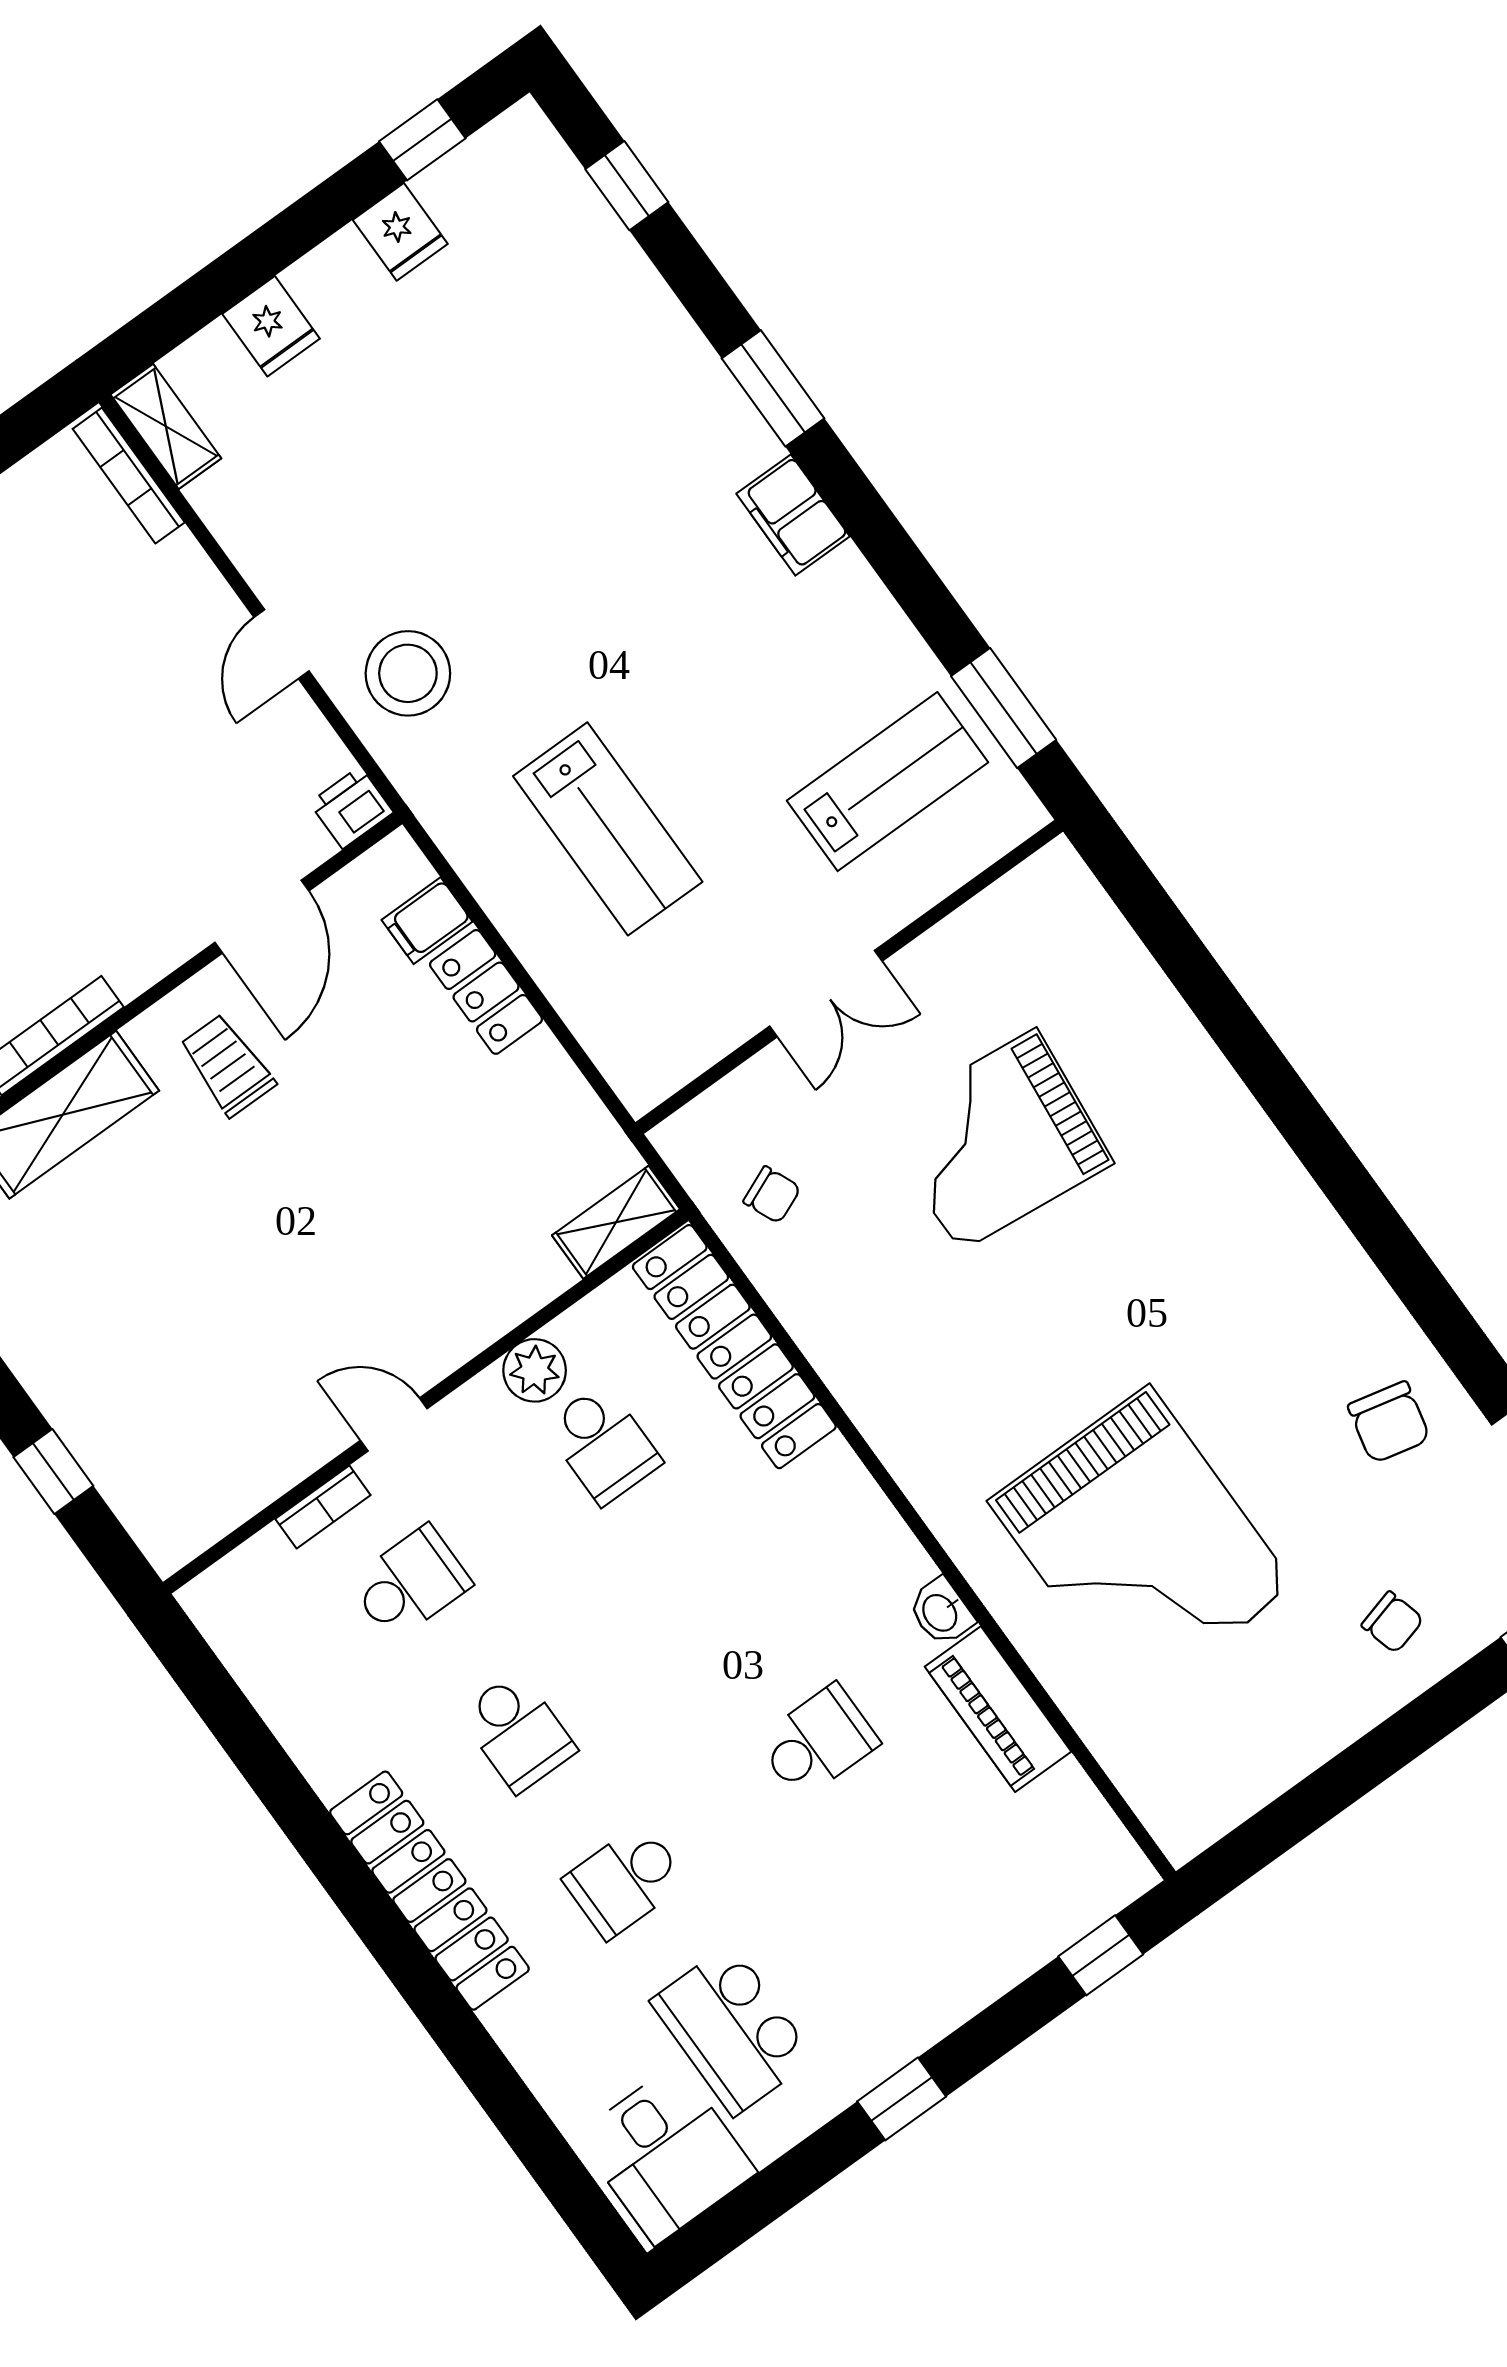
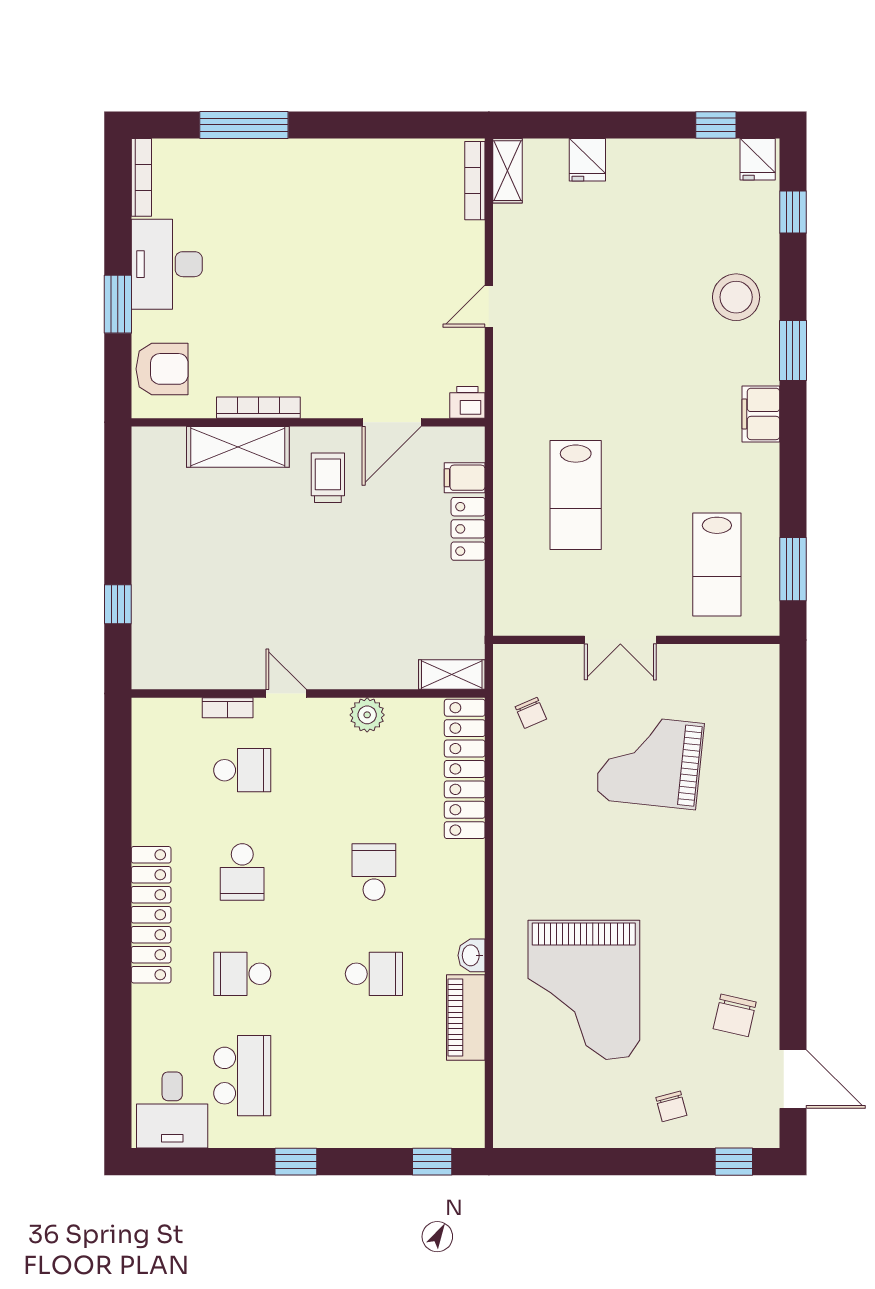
fridge: (400, 232) -> (758, 159), moved
stool: (408, 673) -> (736, 297), moved
lab bench: (887, 782) -> (717, 564), turned 90
school desk: (603, 1444) -> (374, 872), moved, turned 180
school desk: (732, 2030) -> (242, 1076), turned 180

